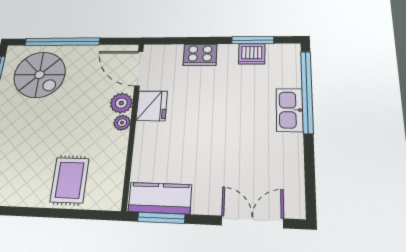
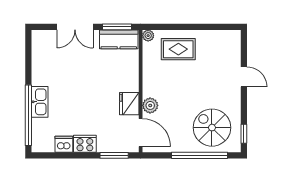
window: (253, 40) -> (114, 155), moved
cooker: (200, 55) -> (85, 144), moved
plant: (122, 123) -> (148, 36), moved
rug: (70, 180) -> (178, 49), turned 90
double door: (252, 222) -> (75, 27), moved

